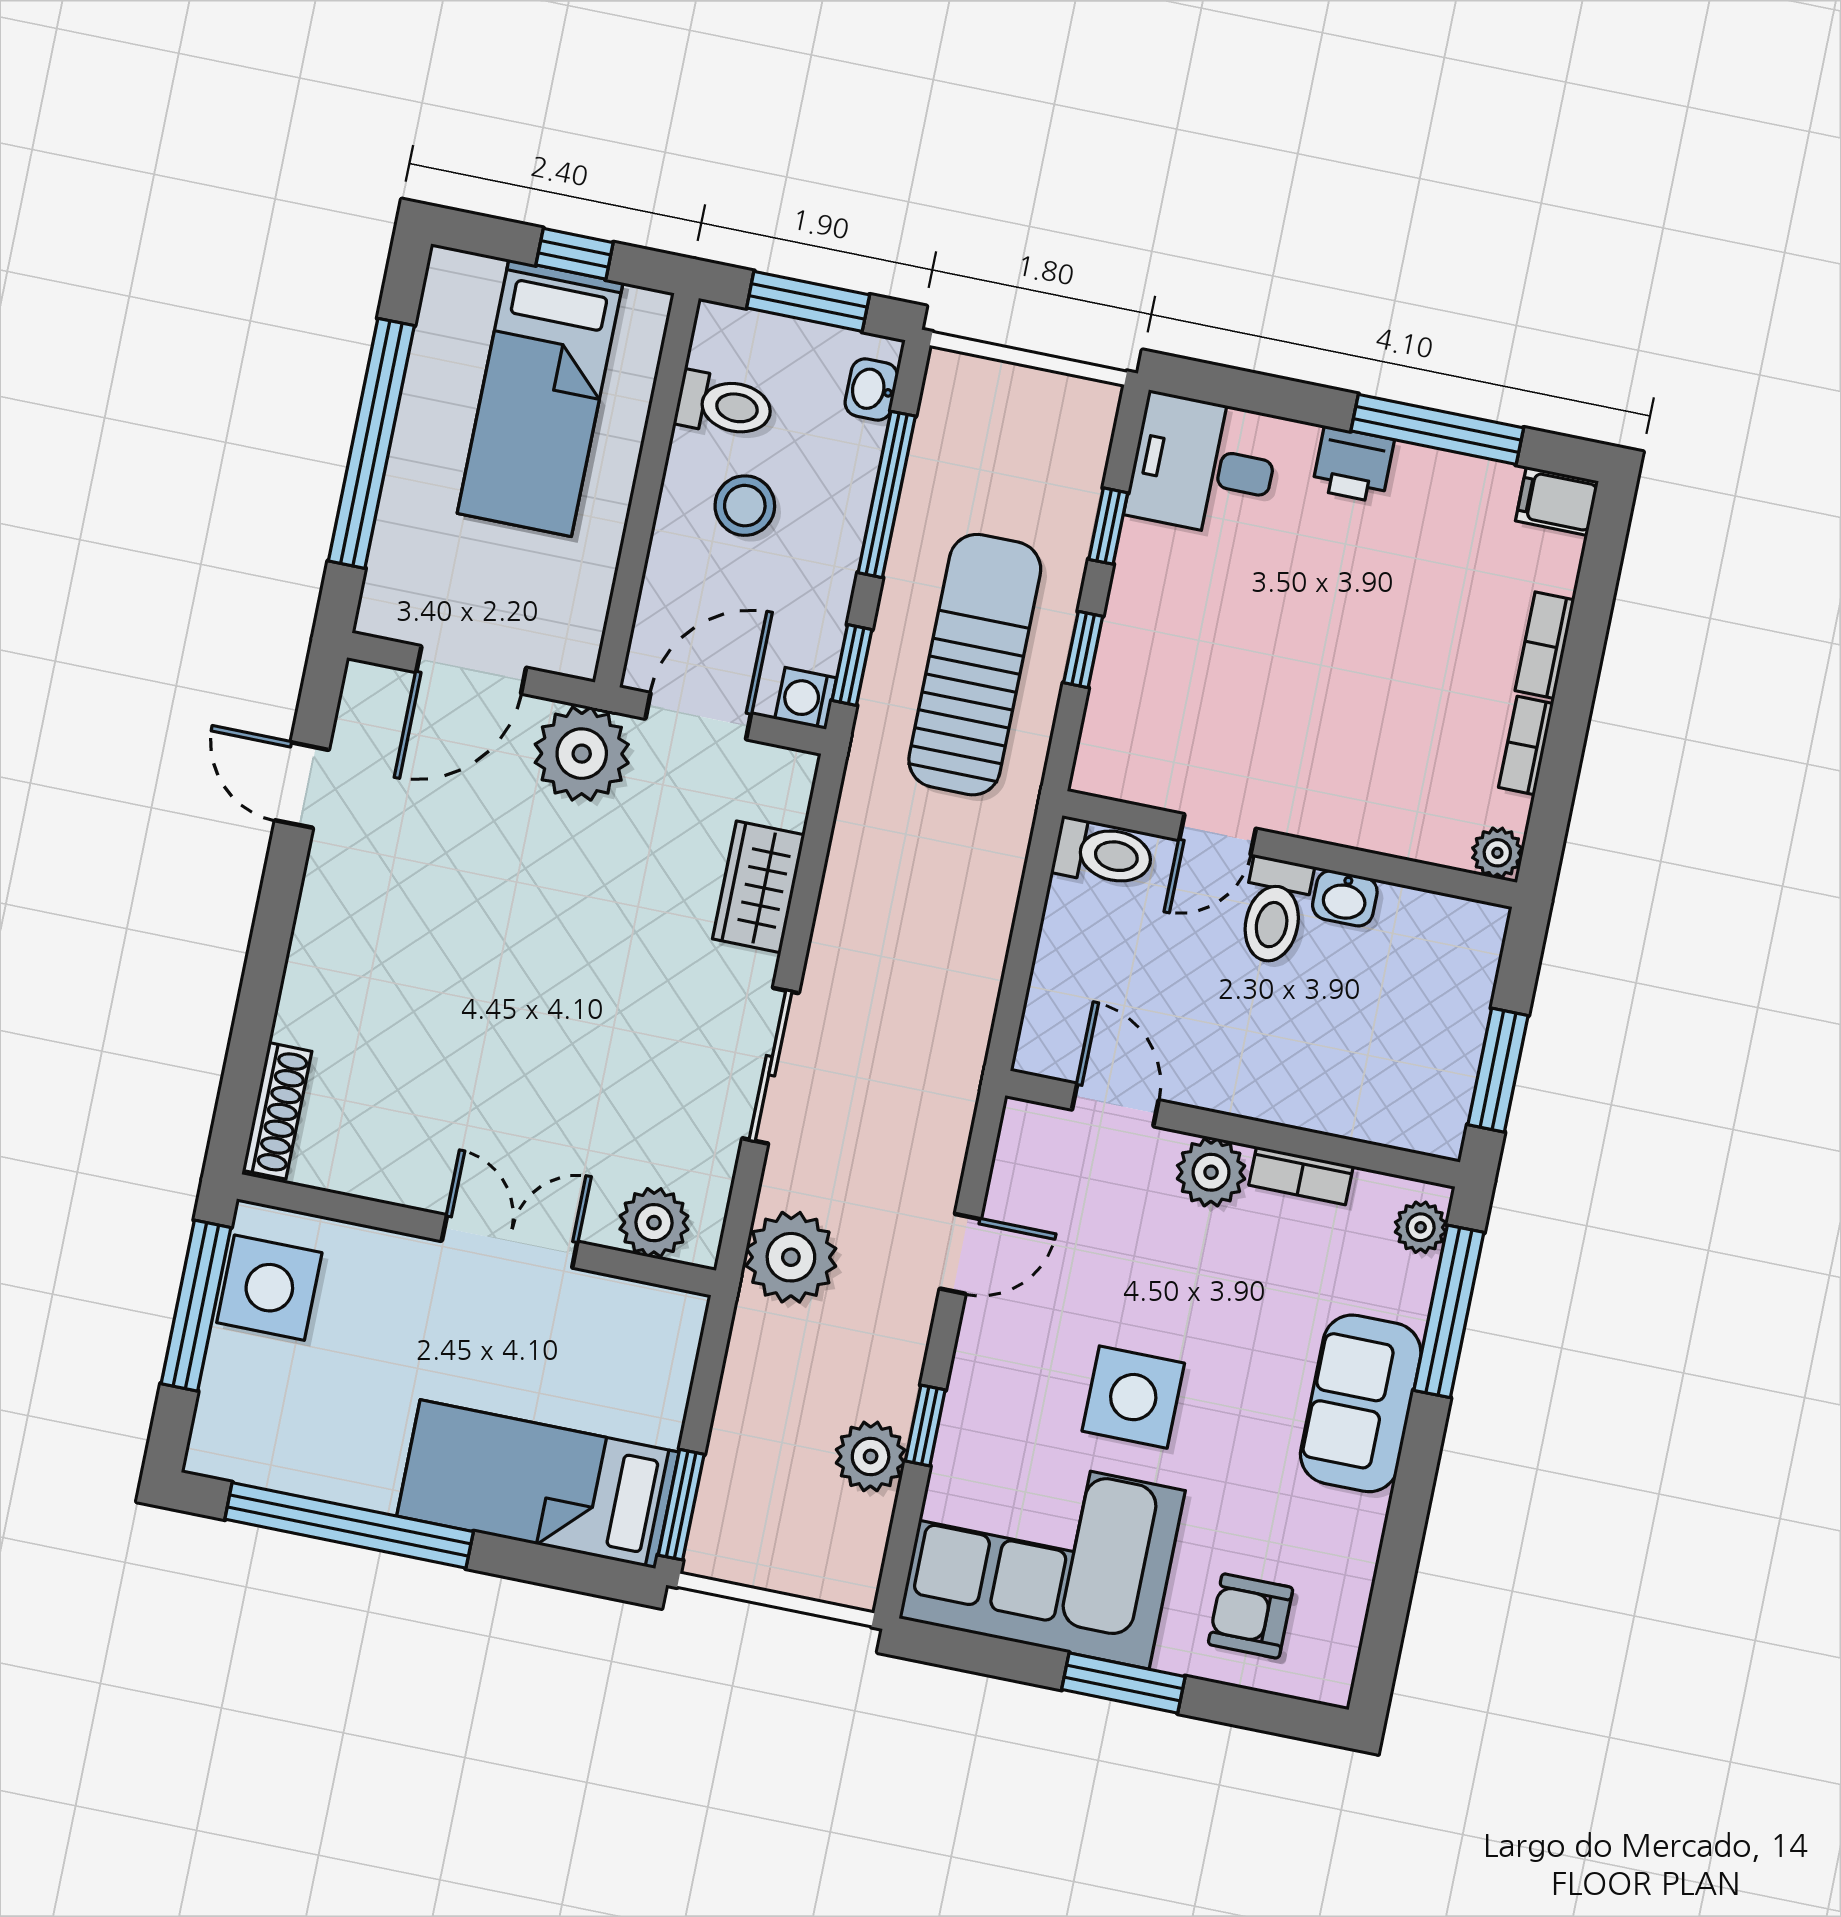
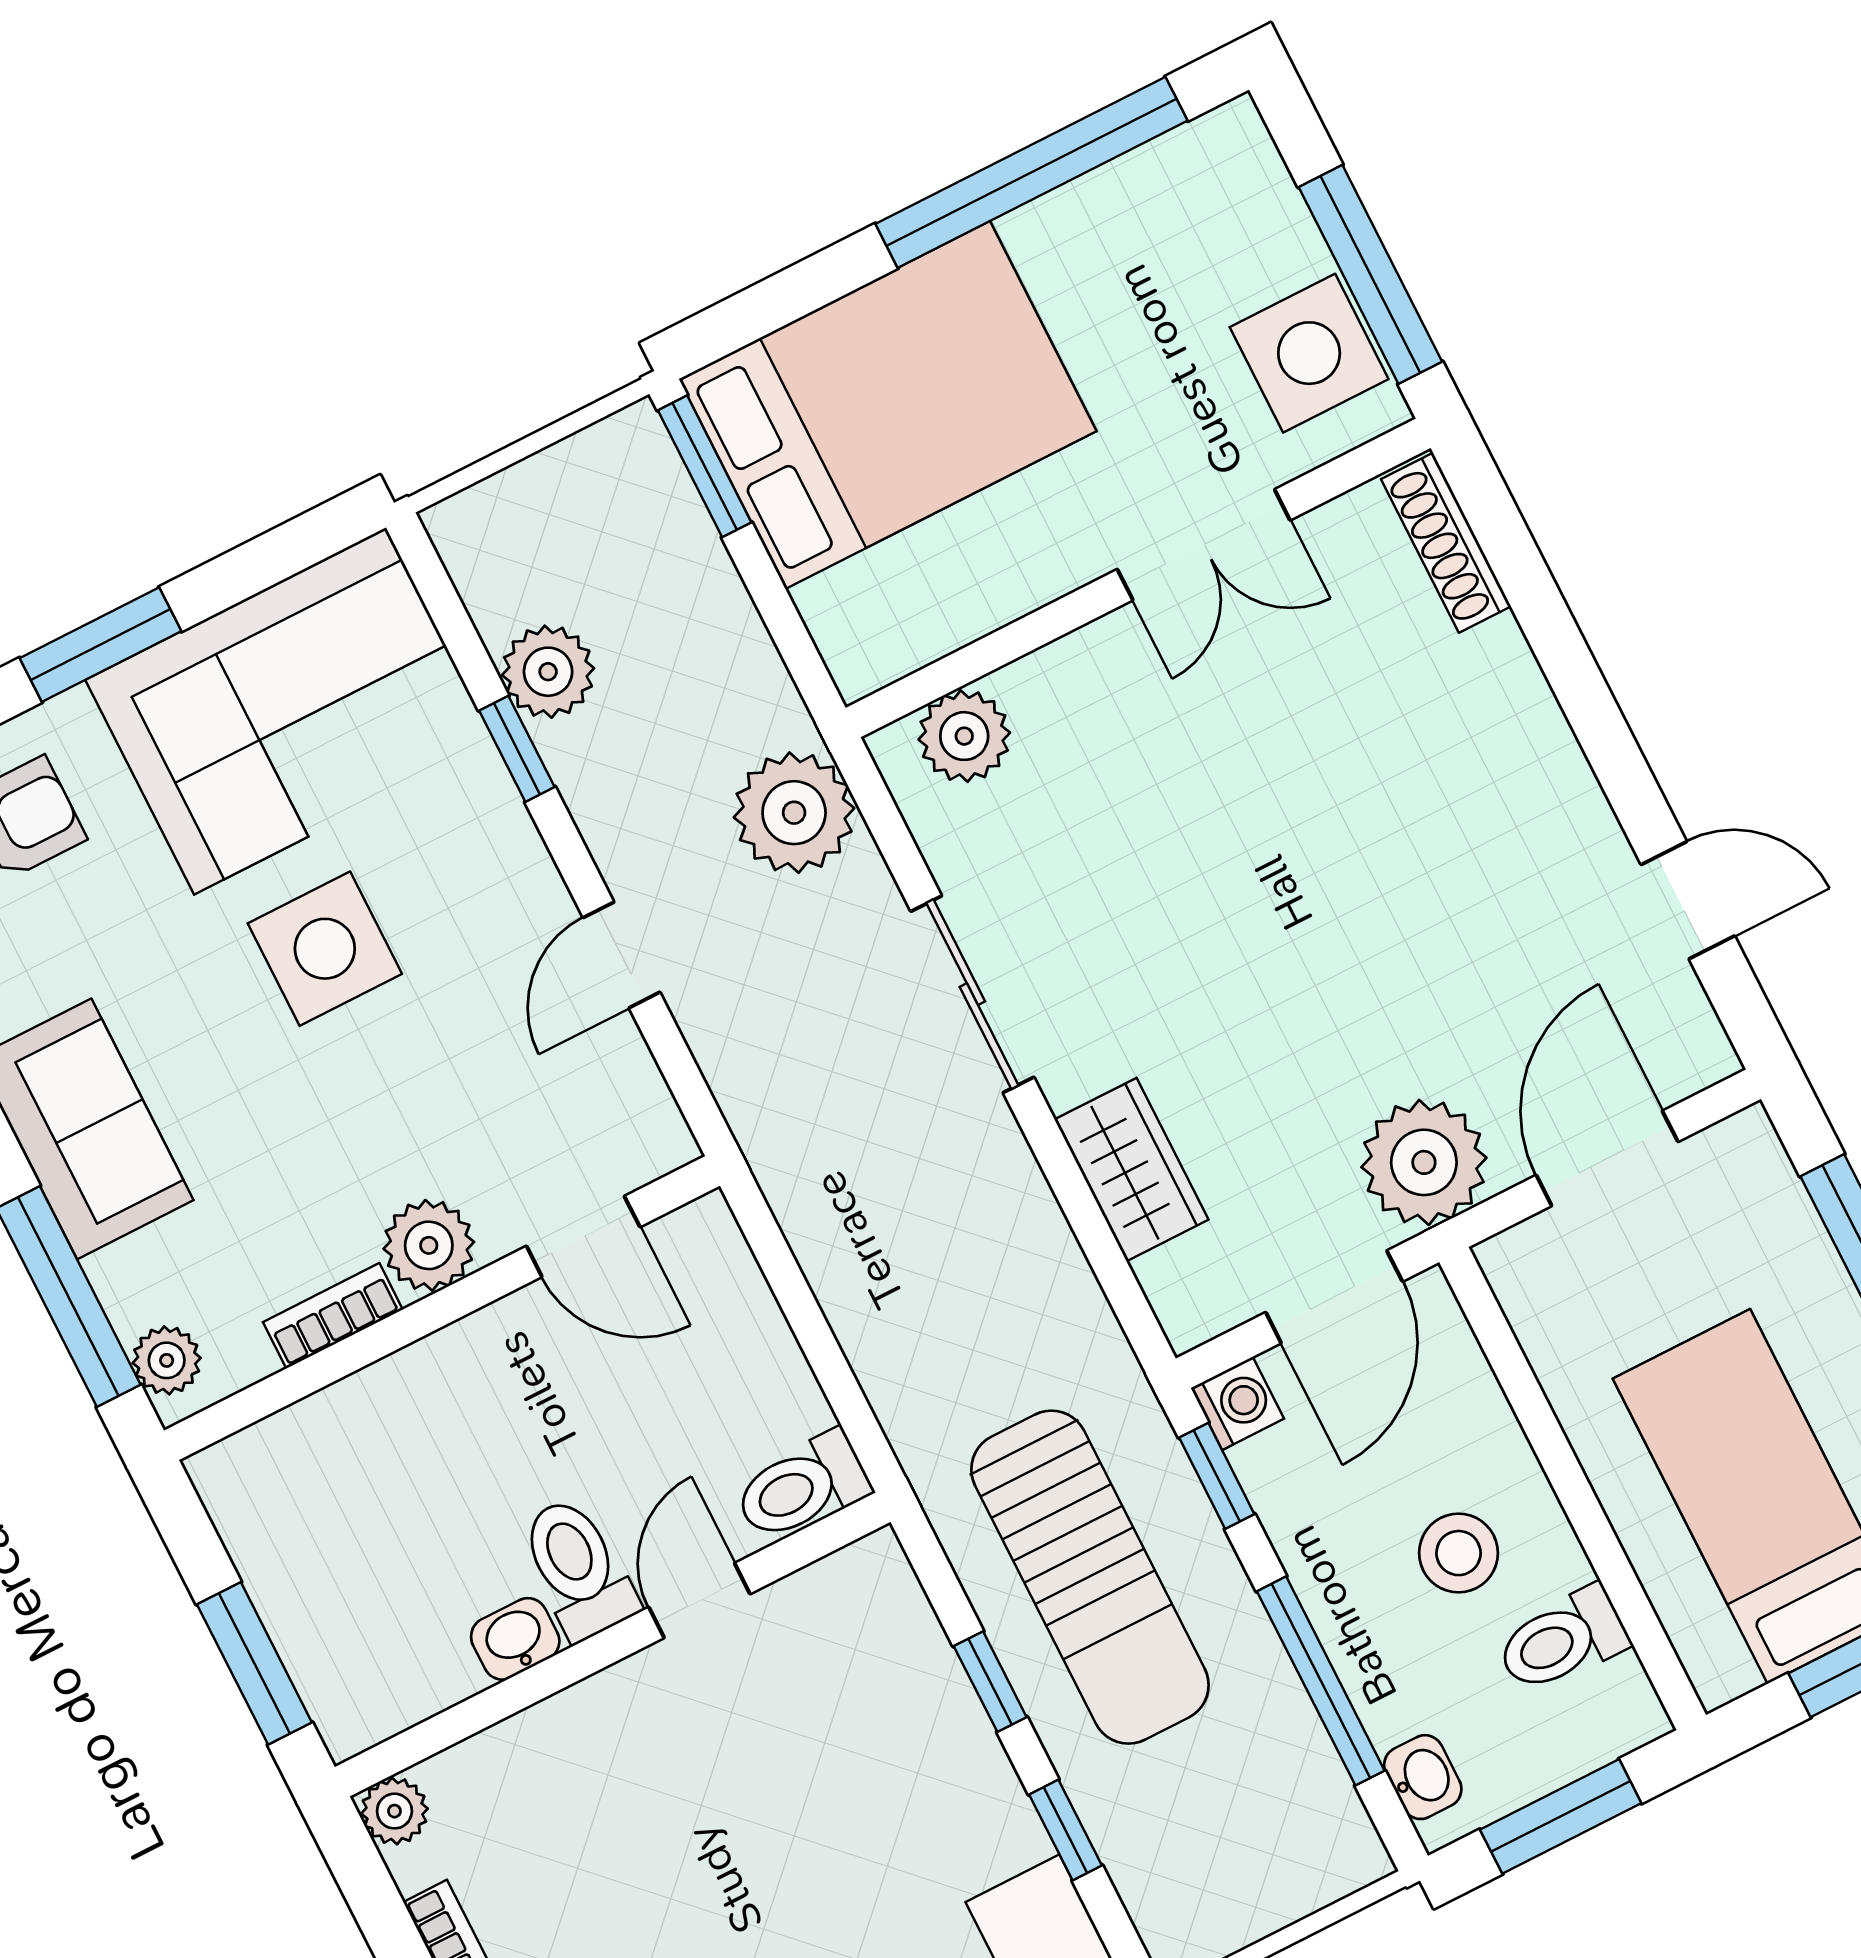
window: (1498, 1070) -> (254, 1663), moved
double door: (510, 1241) -> (1204, 545), moved
bed: (538, 1484) -> (888, 405), width x1.50

